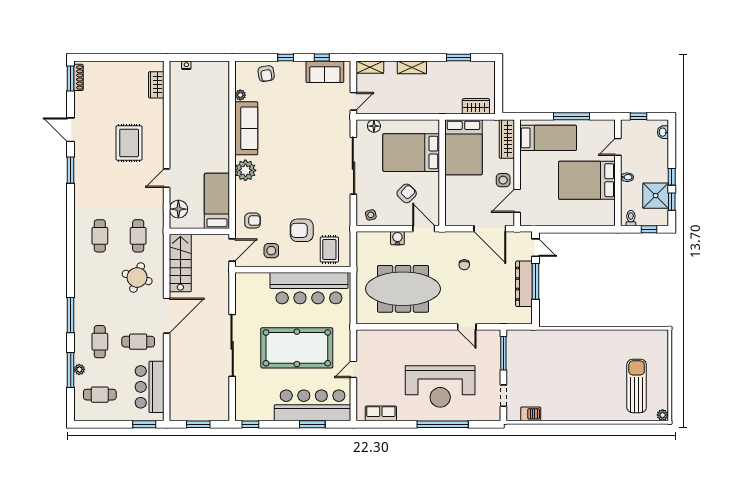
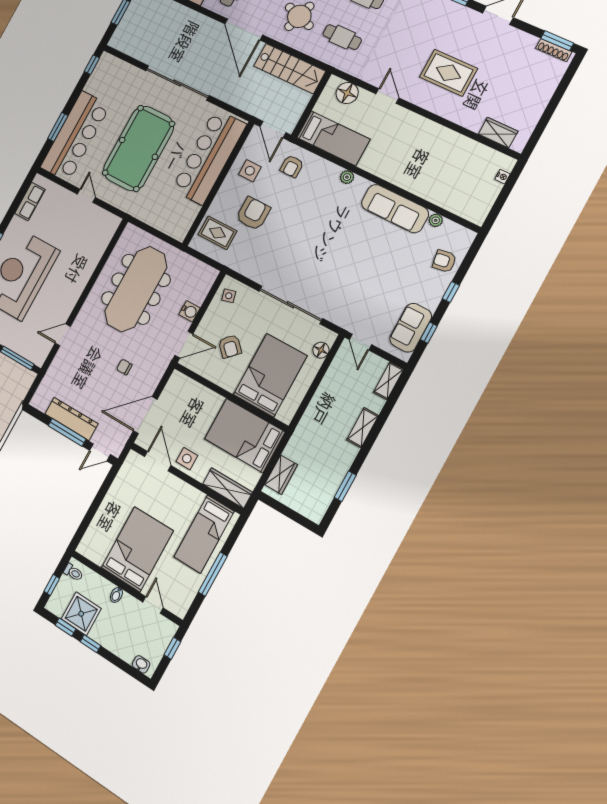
plant: (245, 170) -> (347, 177), width x0.53, depth x0.53
bar counter: (309, 288) -> (209, 157), moved

